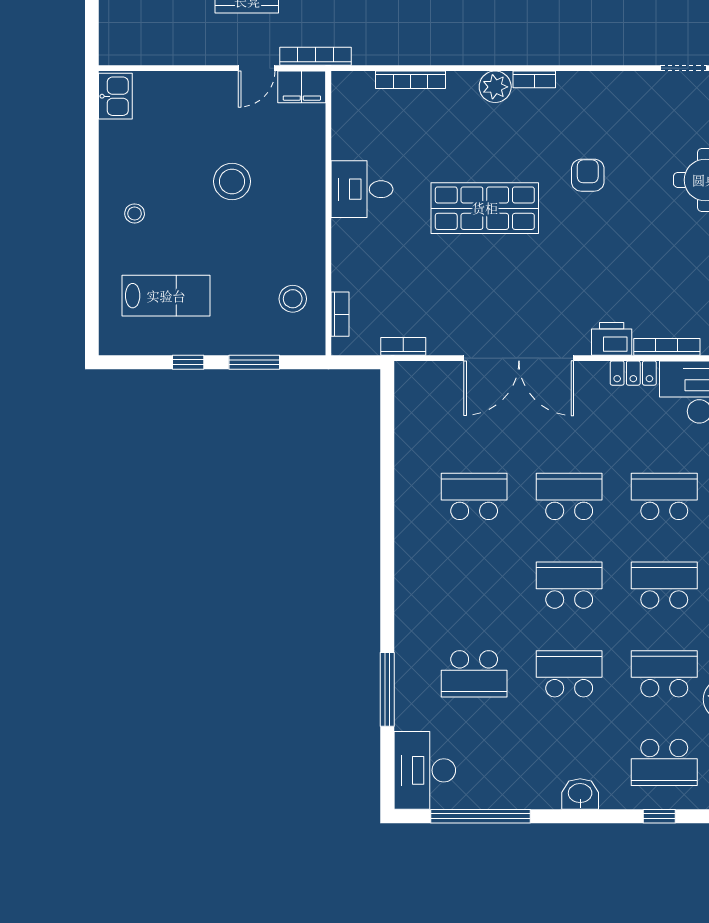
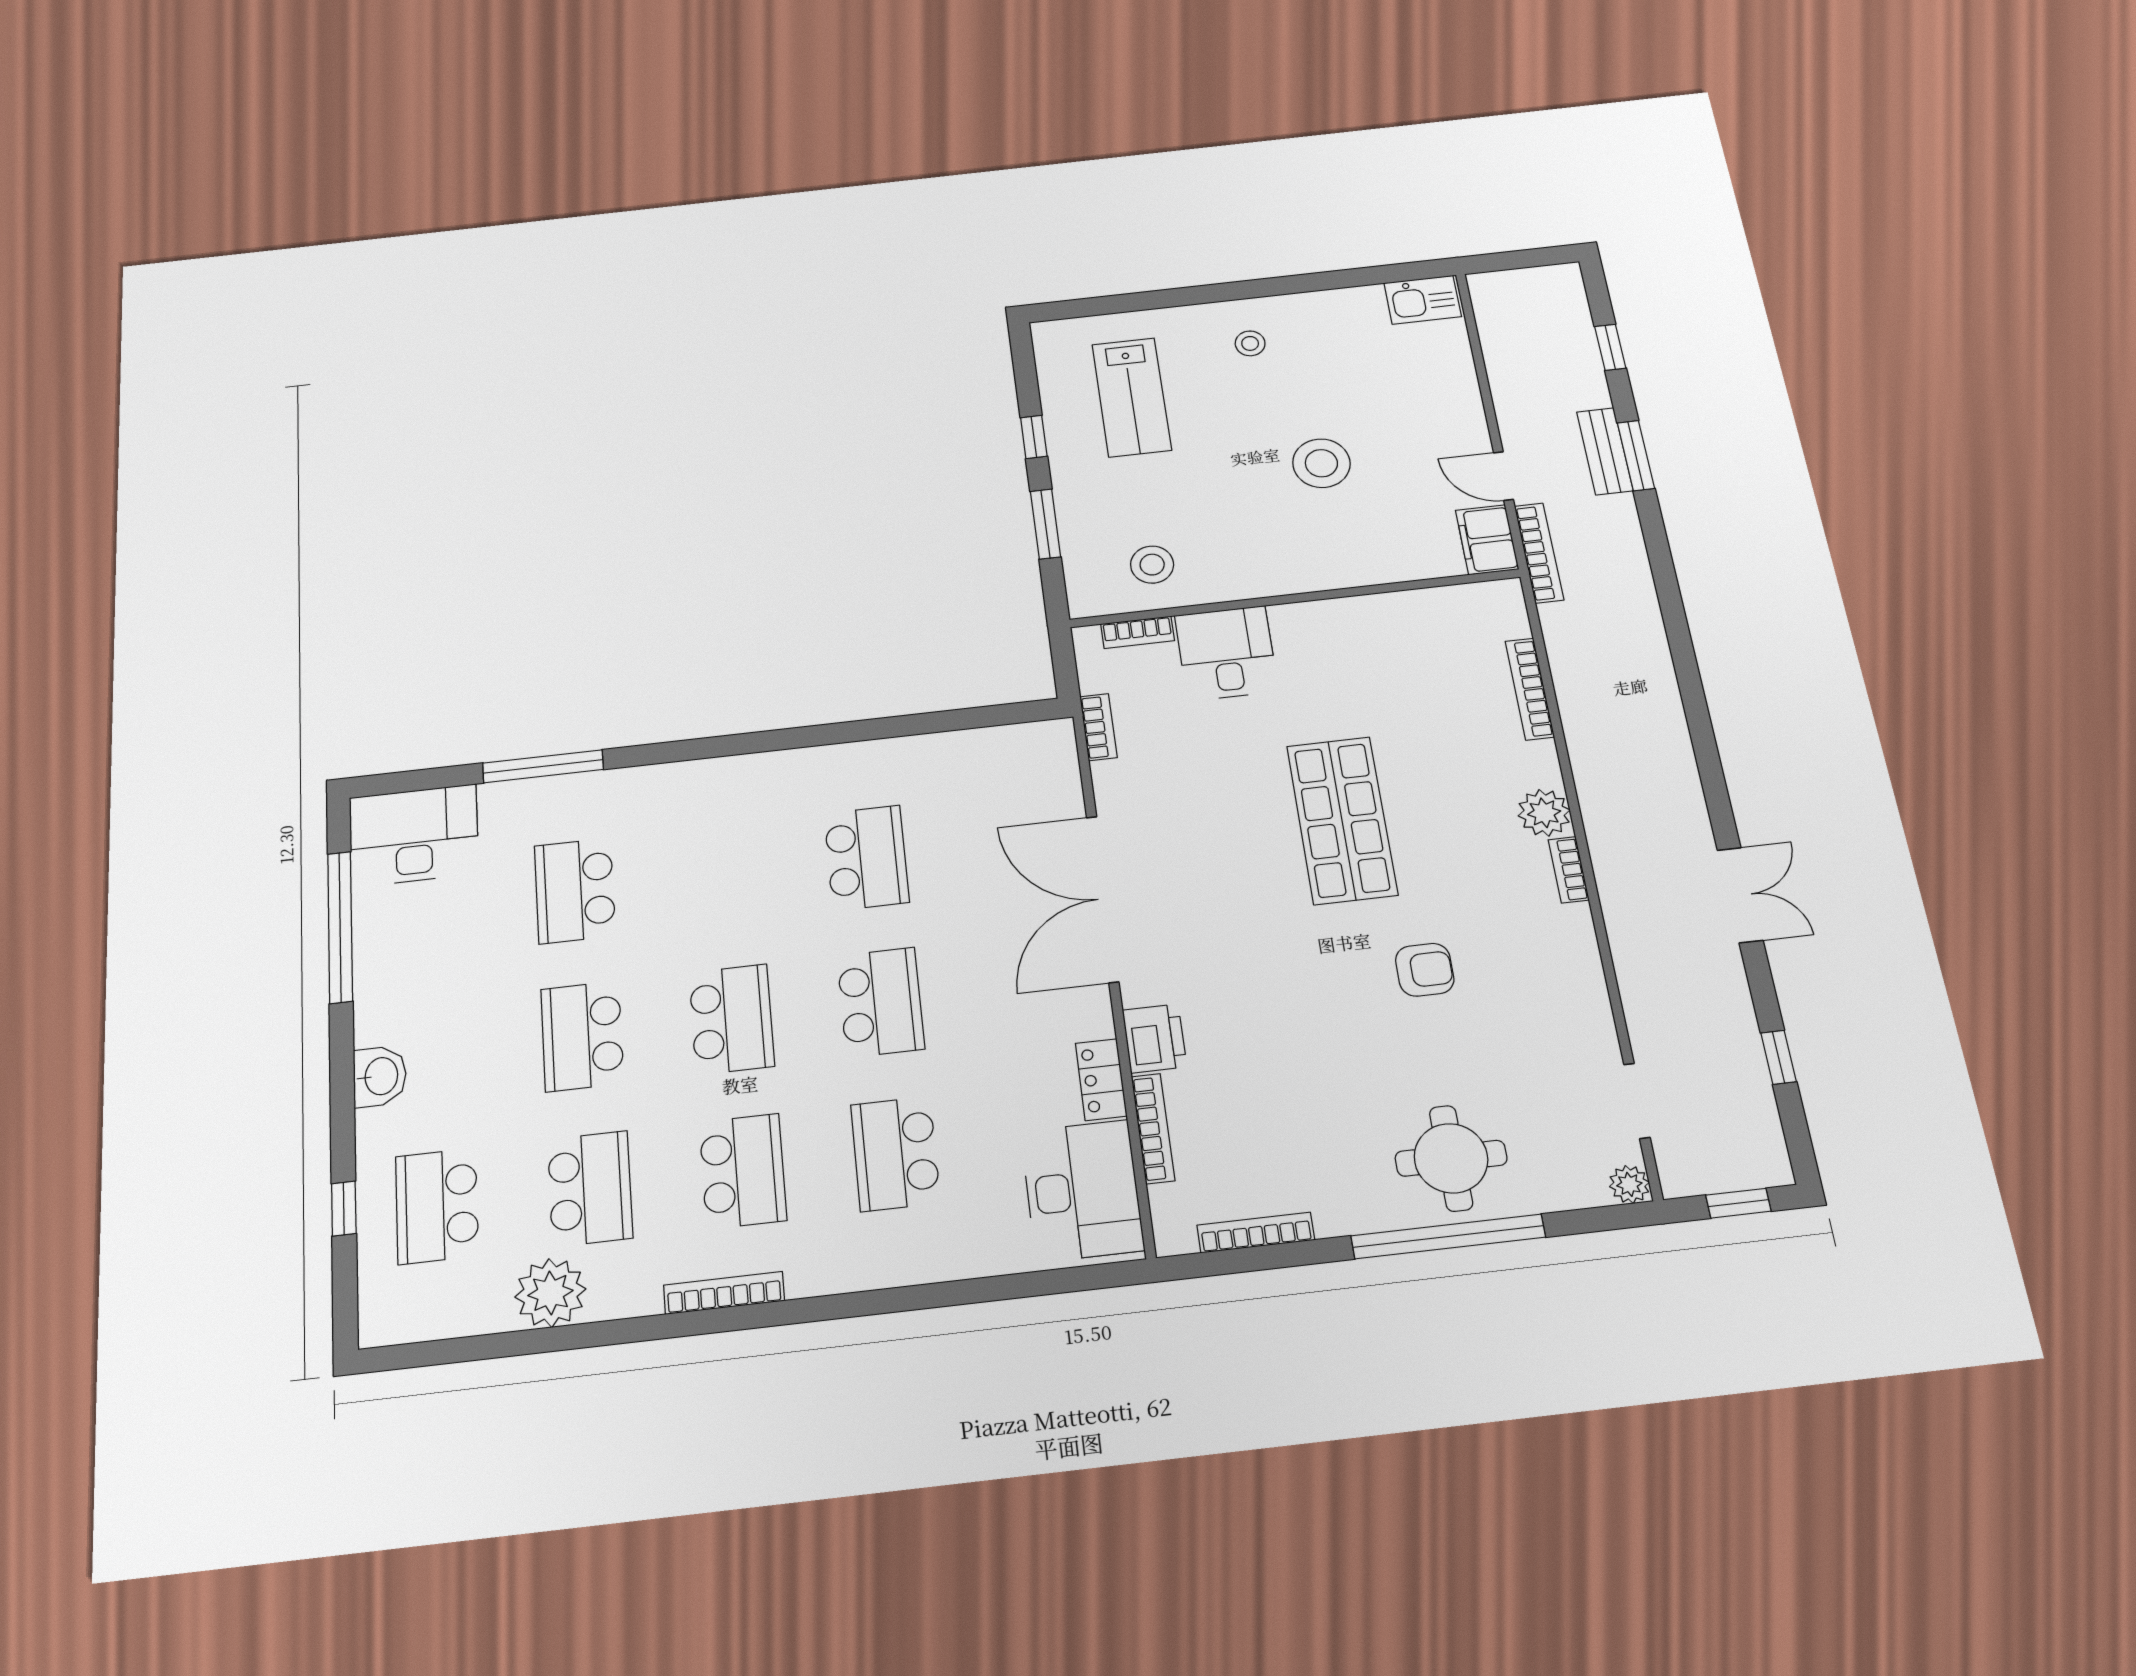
desk: (362, 189) -> (1226, 653), moved
school desk: (664, 496) -> (895, 1154), turned 180
school desk: (569, 674) -> (582, 1036), turned 180

